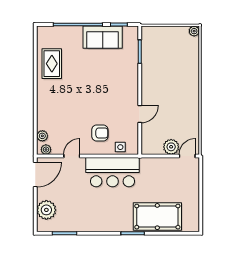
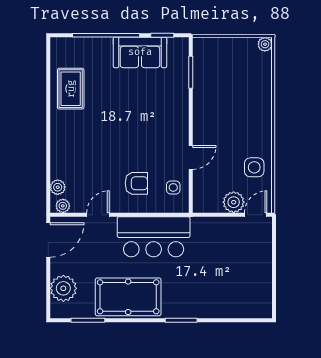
side table: (186, 121) -> (254, 167), added
side table: (120, 147) -> (173, 187), moved
pool table: (157, 217) -> (128, 297), moved

